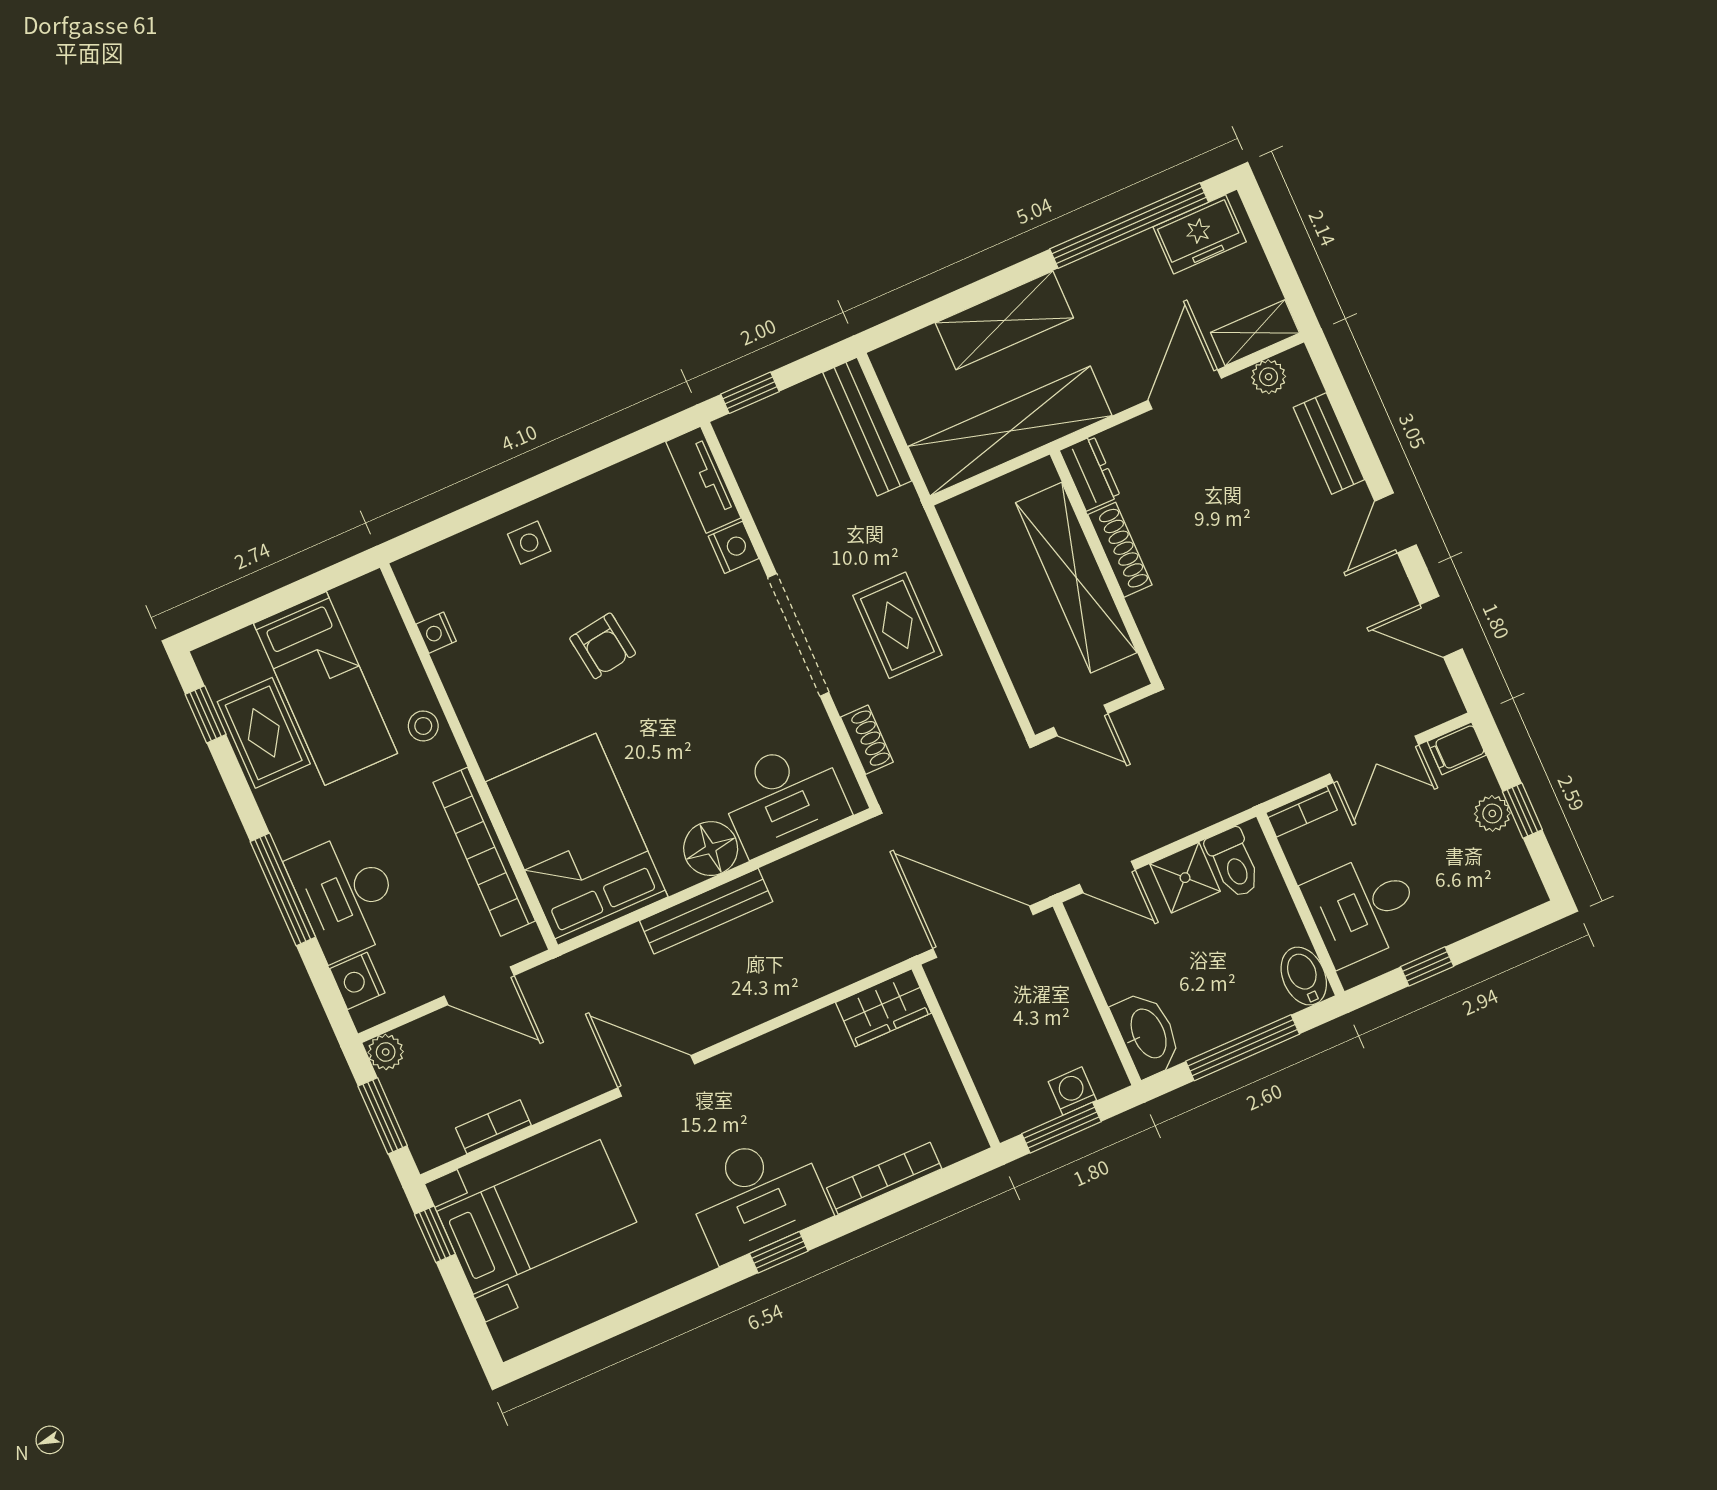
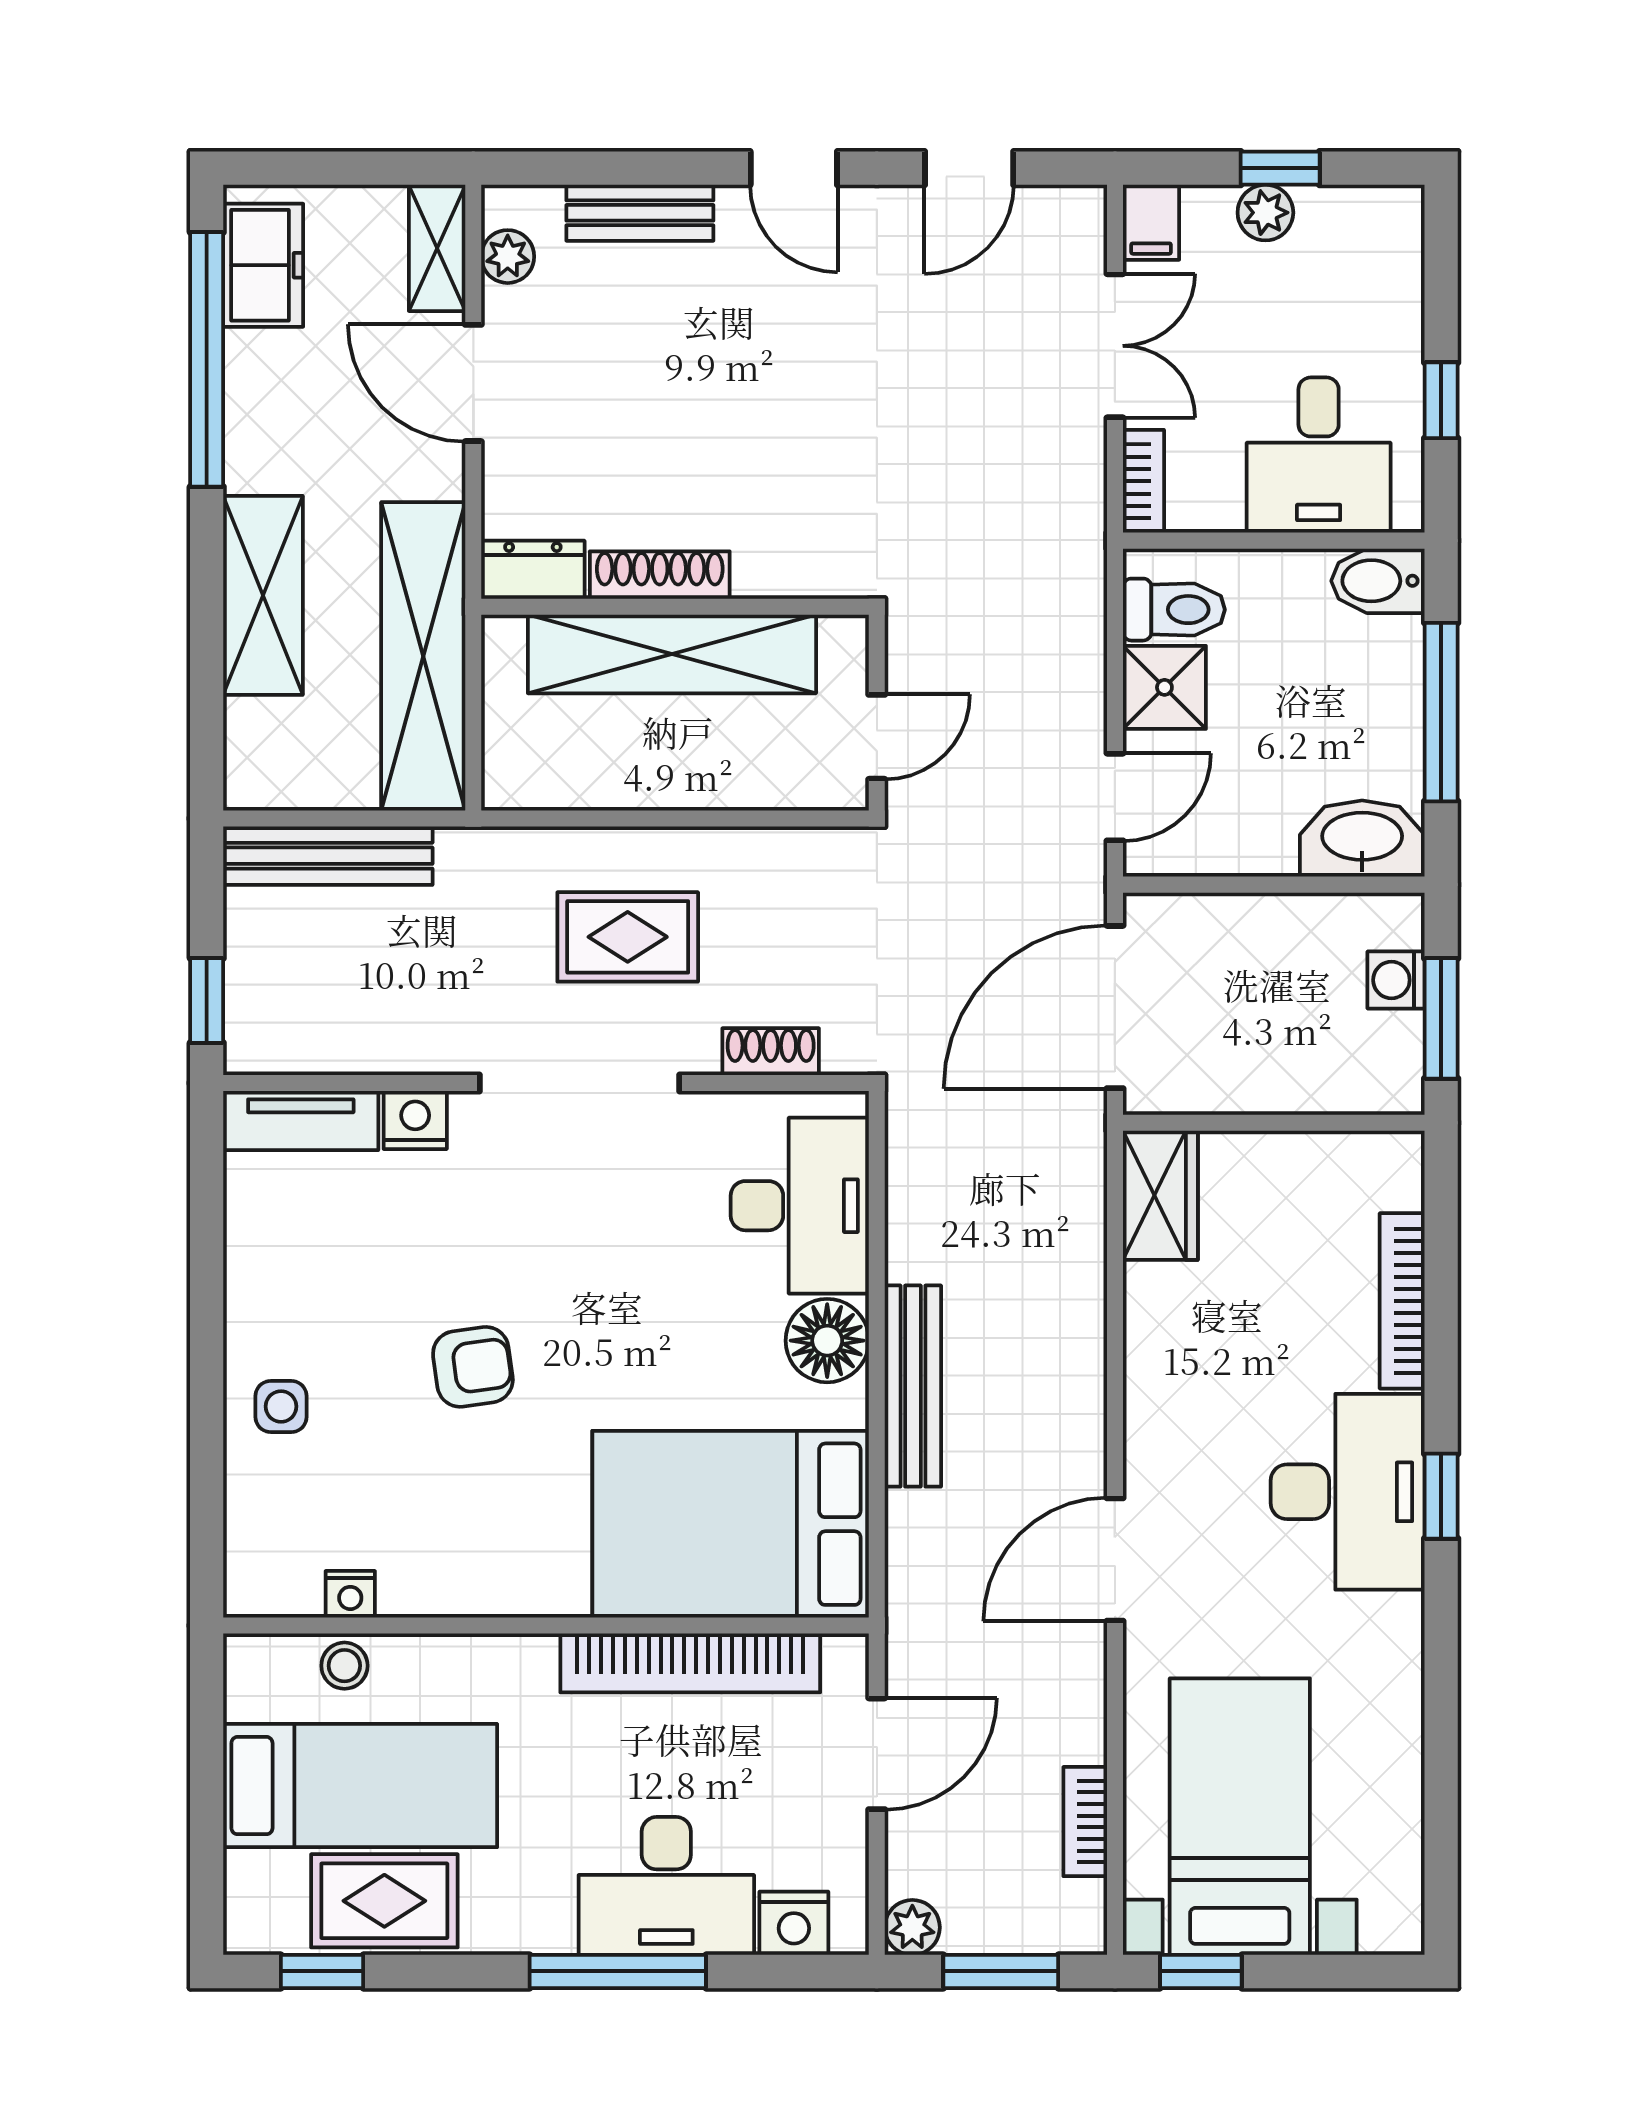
stool: (423, 726) -> (344, 1666), moved

